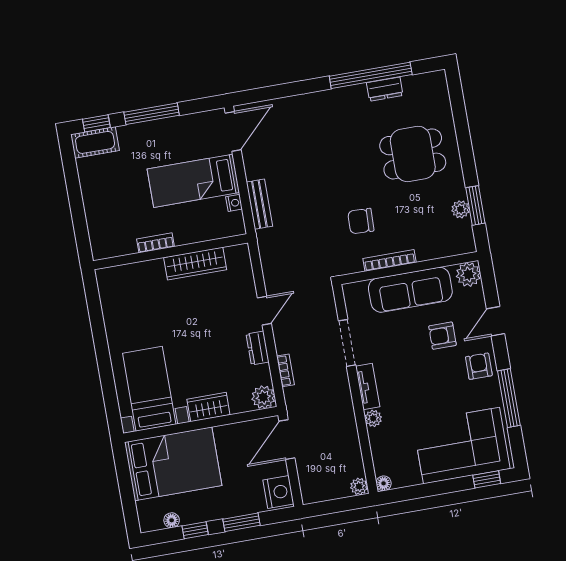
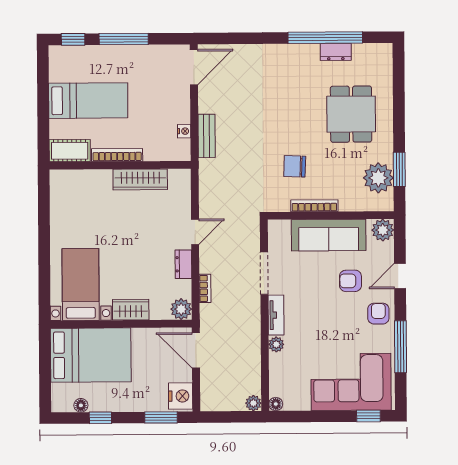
cot: (95, 142) -> (70, 151), moved
dining table: (413, 154) -> (351, 114), turned 90
bed: (193, 181) -> (88, 101), moved, turned 180
plant: (460, 209) -> (378, 178), width x1.87, depth x1.87
bookcase: (155, 243) -> (117, 155), width x1.56
door: (287, 440) -> (196, 350), hinge flipped
window: (241, 522) -> (161, 417), moved

